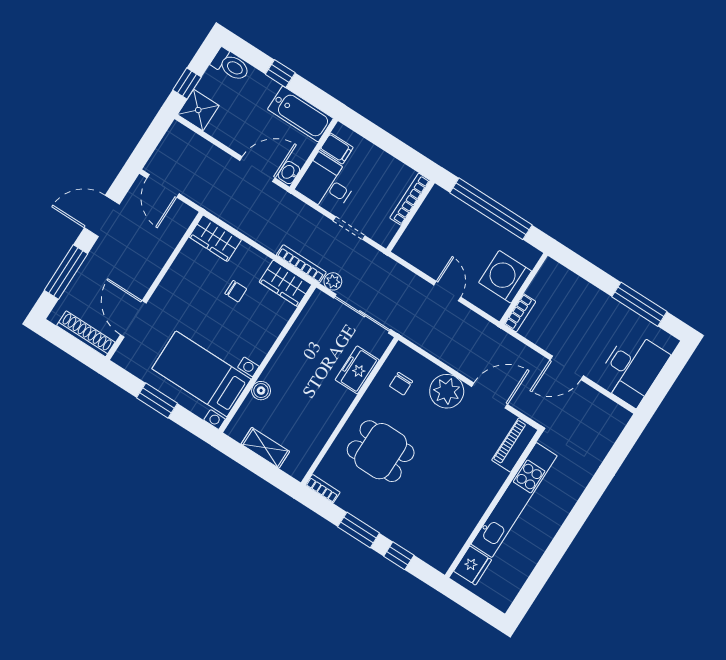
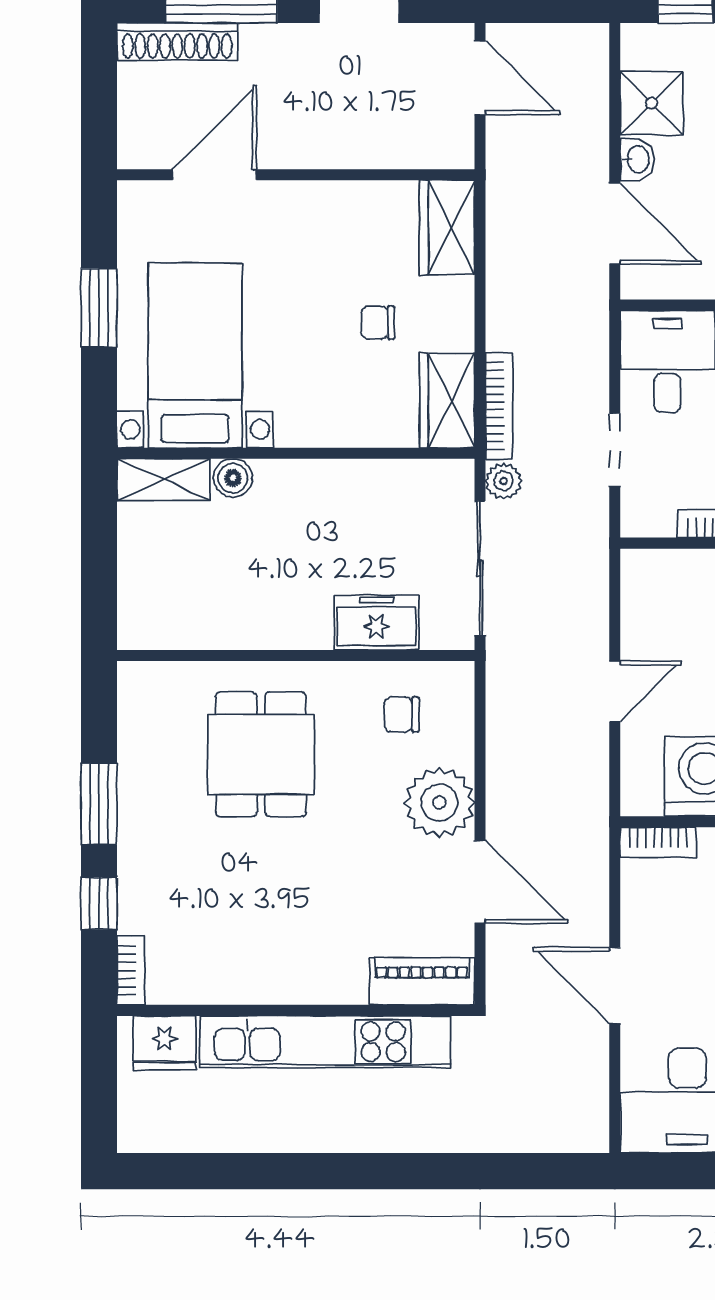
shower: (198, 110) -> (652, 103), moved
washbasin: (289, 173) -> (637, 159), moved, turned 90
door: (163, 186) -> (480, 78), swing flipped
chair: (236, 291) -> (378, 323), turned 90
shoe rack: (86, 334) -> (177, 42), moved, turned 90
shelving: (265, 448) -> (163, 480), moved, turned 90
bookcase: (323, 489) -> (131, 971), moved

